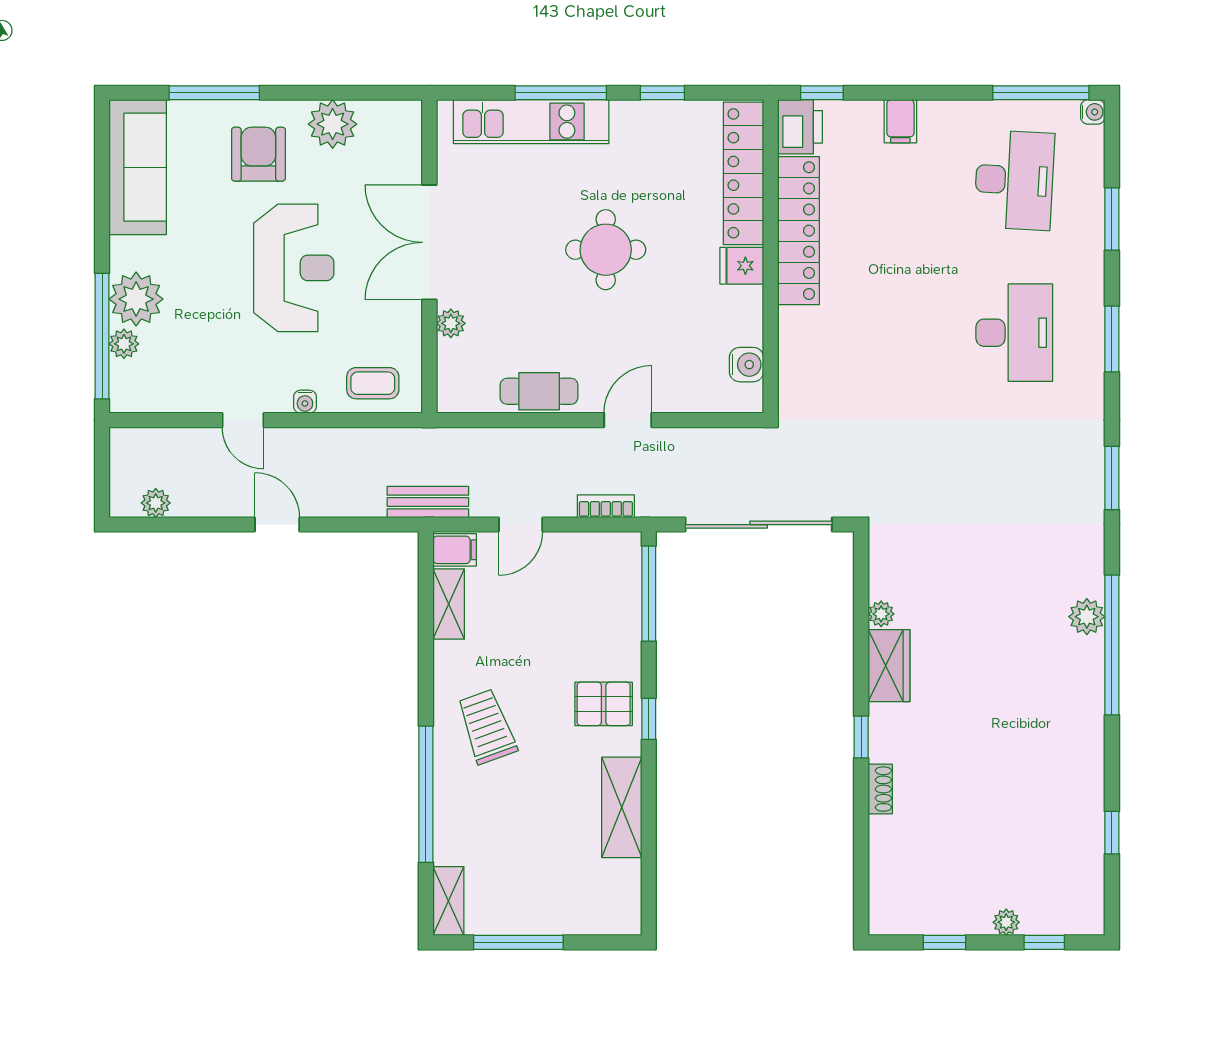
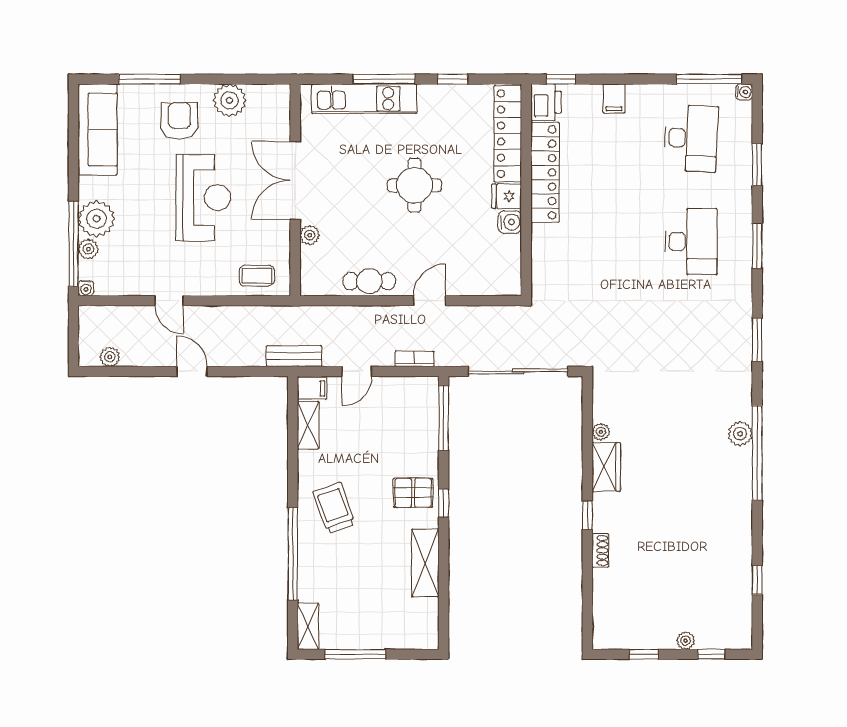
water cooler: (747, 365) -> (510, 222), moved
water cooler: (305, 402) -> (86, 288), moved

